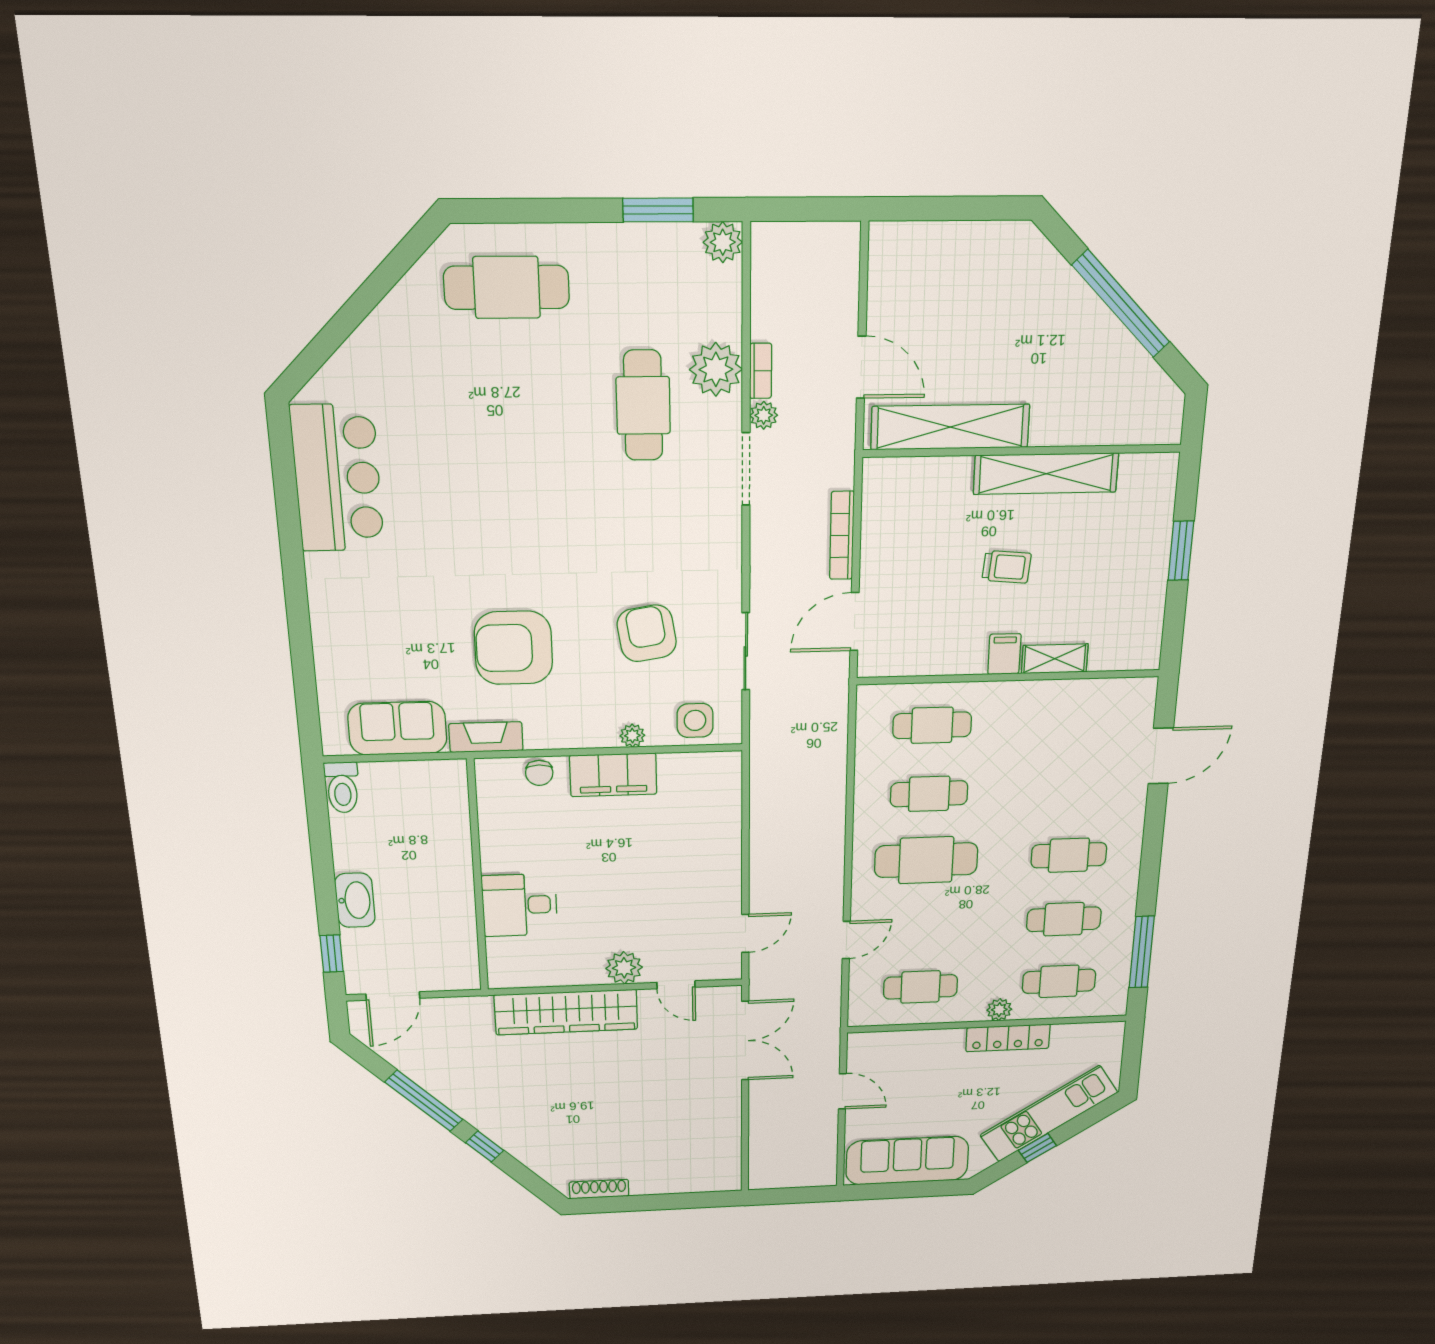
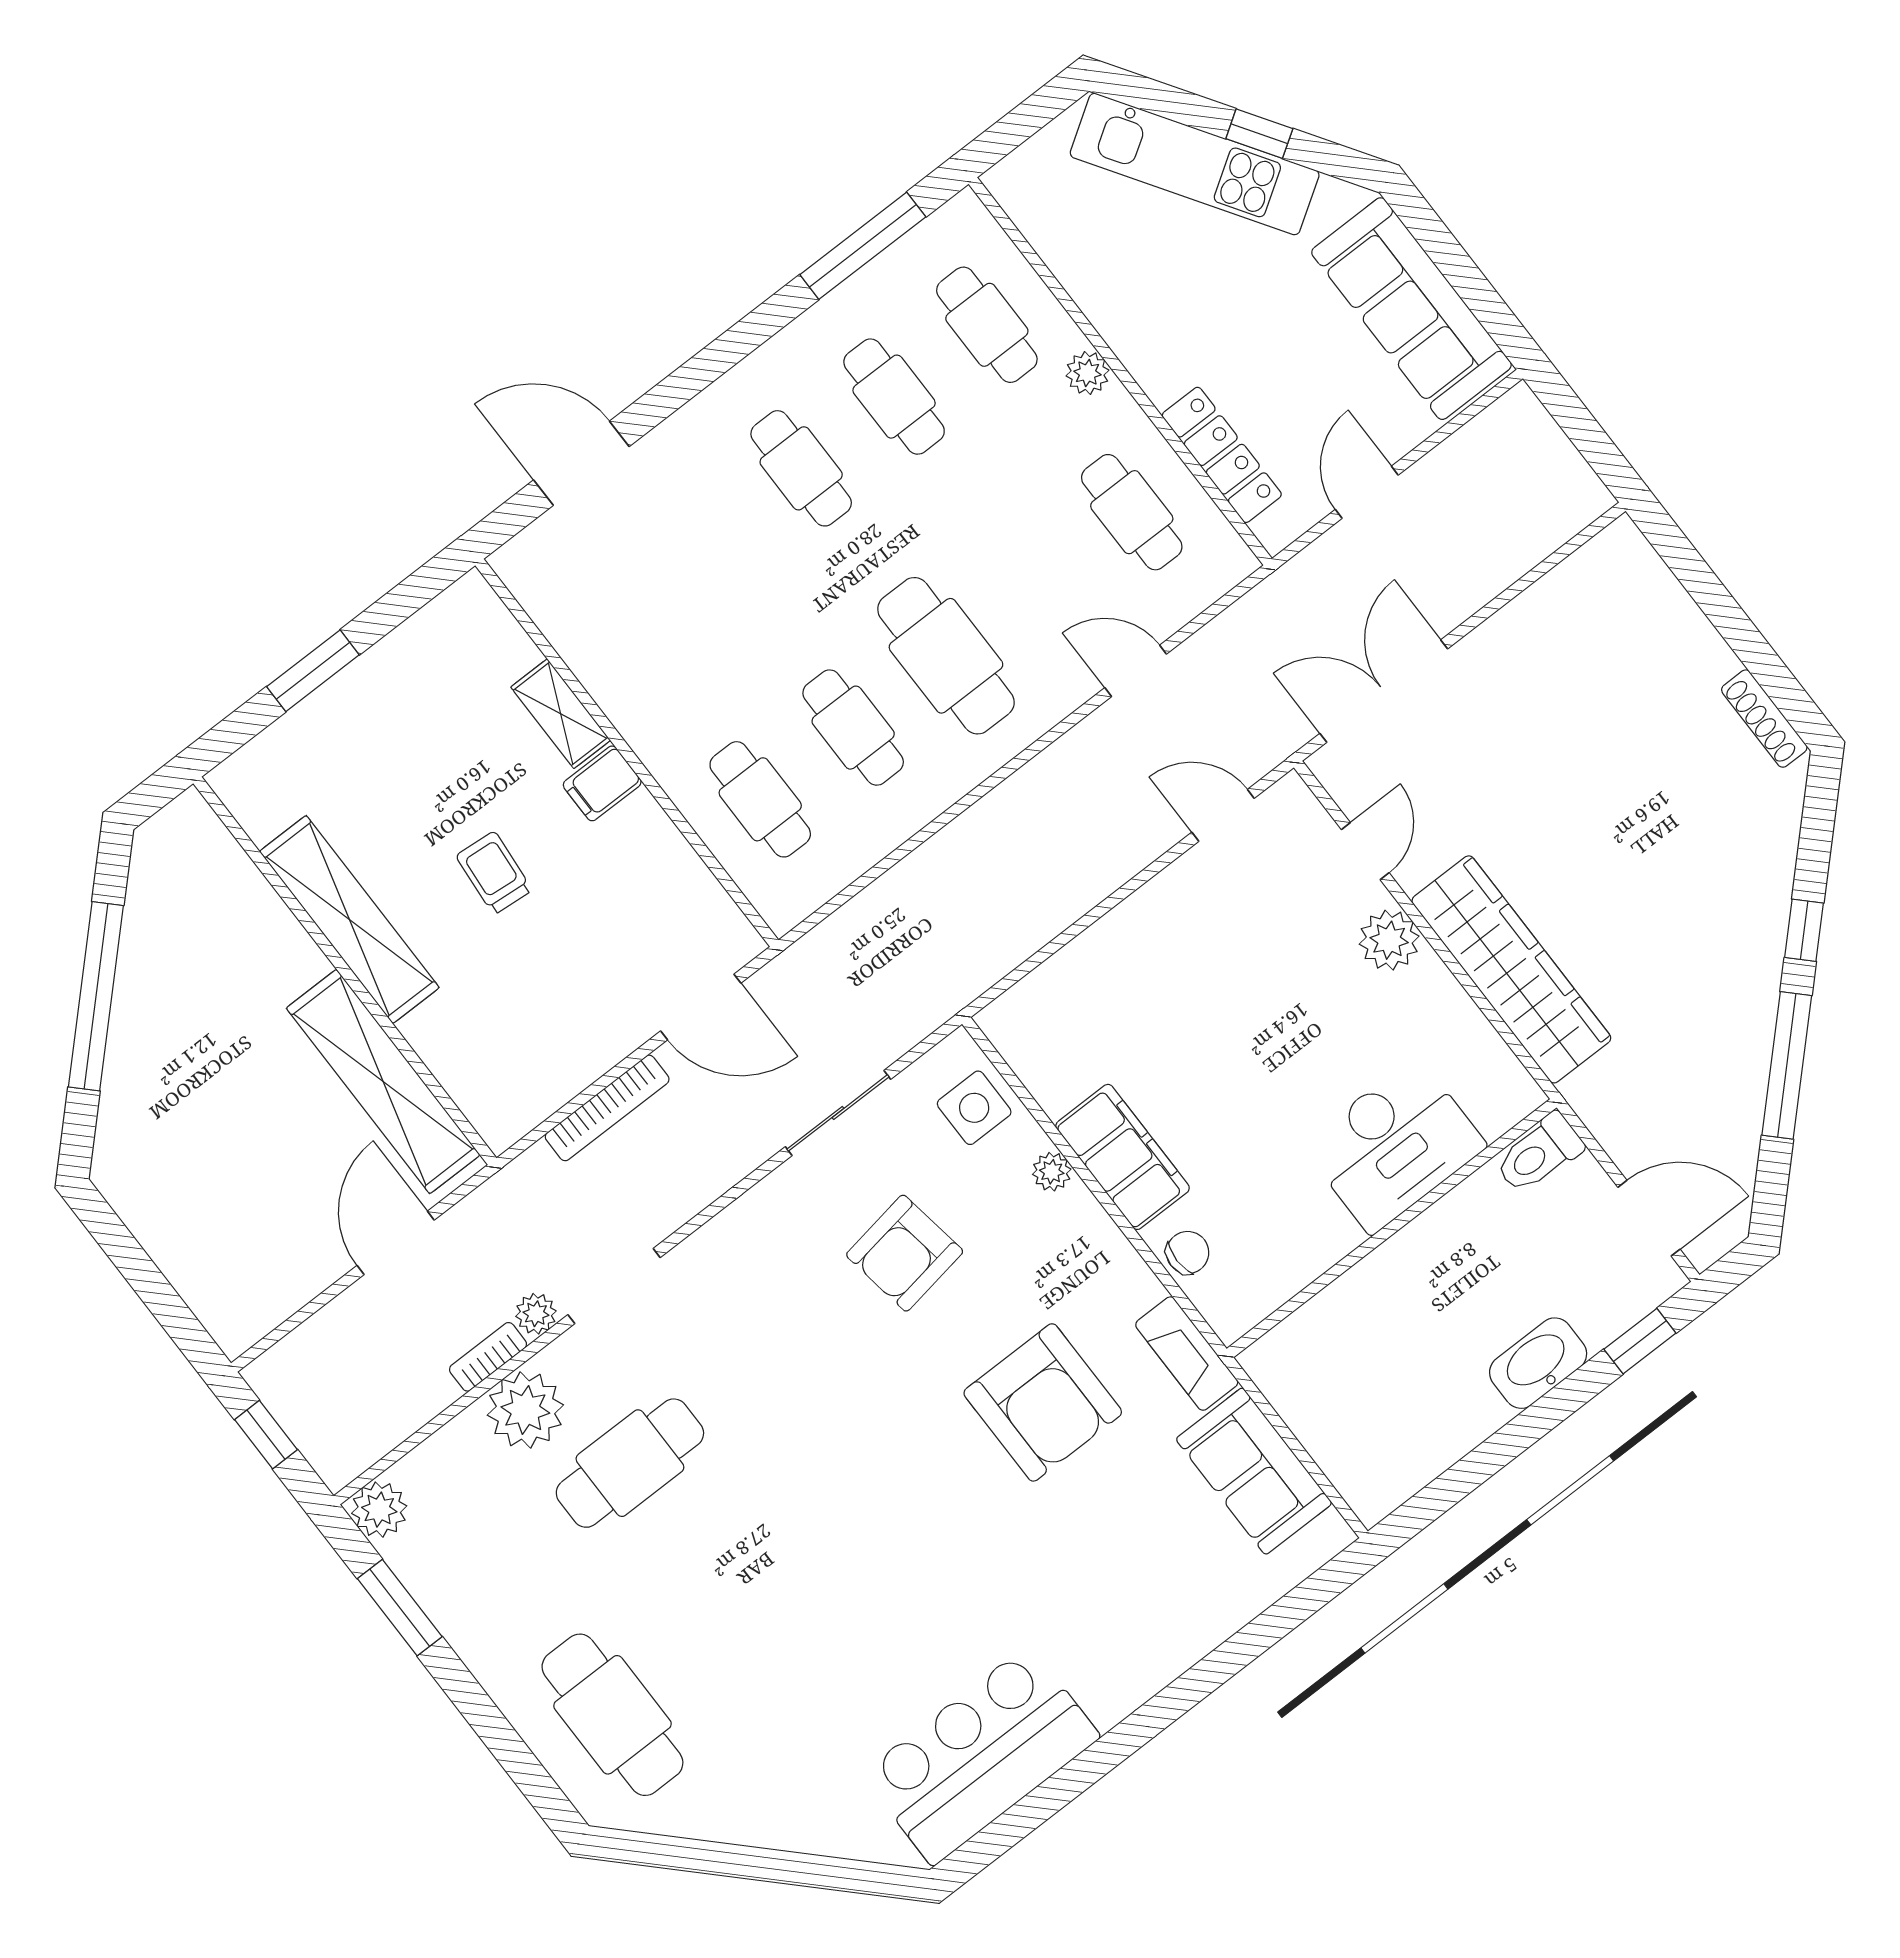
window: (814, 209) -> (266, 1435), added
toilet: (342, 787) -> (1539, 1154), moved, turned 180
desk: (519, 905) -> (1394, 1145), width x1.37
locker: (1008, 1038) -> (1222, 455), moved

